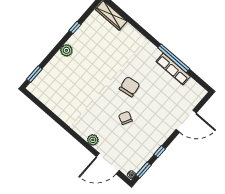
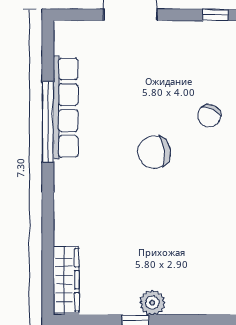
plant: (66, 50) -> (152, 303), moved
row of seats: (173, 69) -> (66, 108), width x1.36

